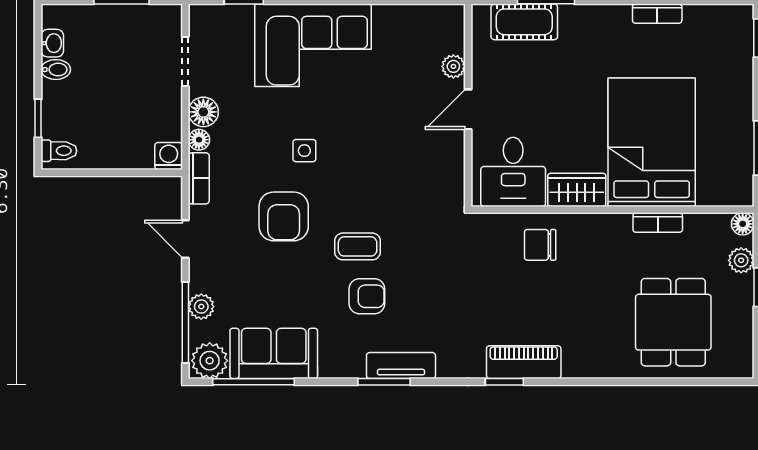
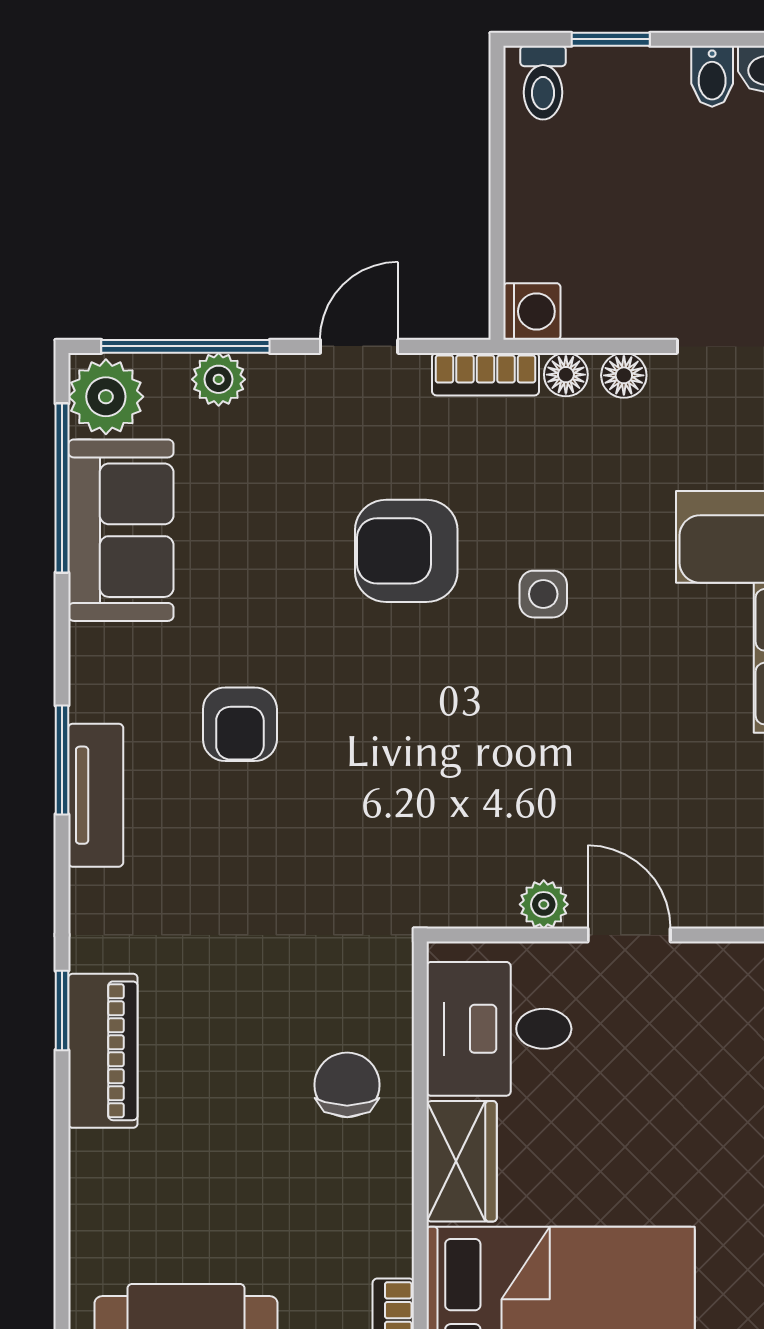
plant: (453, 66) -> (544, 904), moved
floor lamp: (203, 112) -> (624, 375), width x0.73, depth x0.73
coffee table: (358, 246) -> (344, 705), removed

